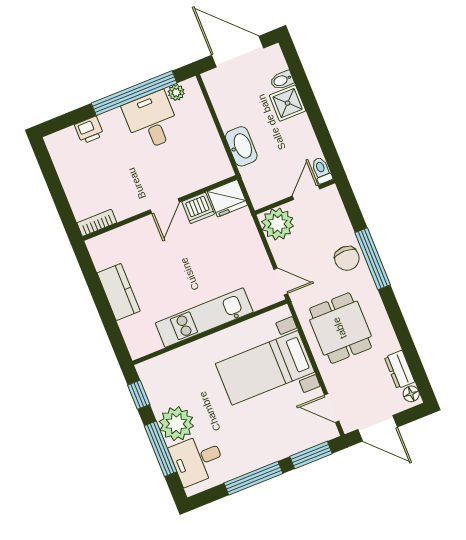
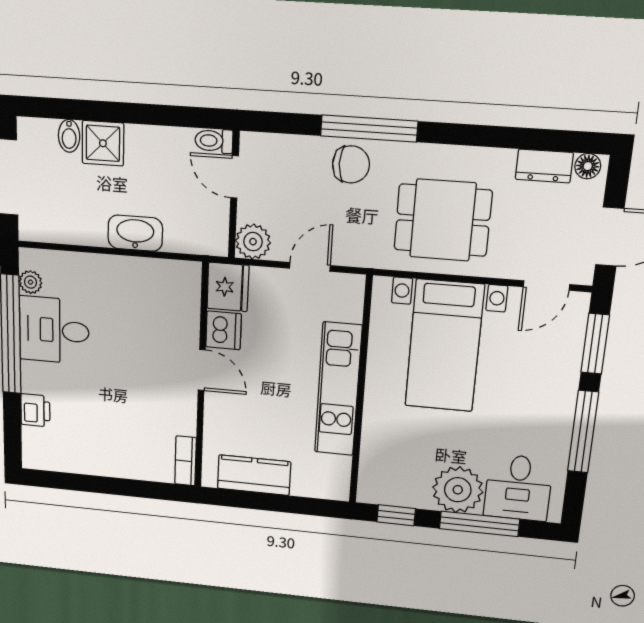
fridge: (227, 198) -> (228, 287), moved
door: (165, 206) -> (202, 370), moved
wall: (160, 208) -> (202, 377), moved
dishwasher: (198, 208) -> (223, 330), moved
bookcase: (97, 223) -> (186, 461), moved
plant: (278, 224) -> (253, 242), width x0.73, depth x0.73
door: (281, 282) -> (310, 267), moved

